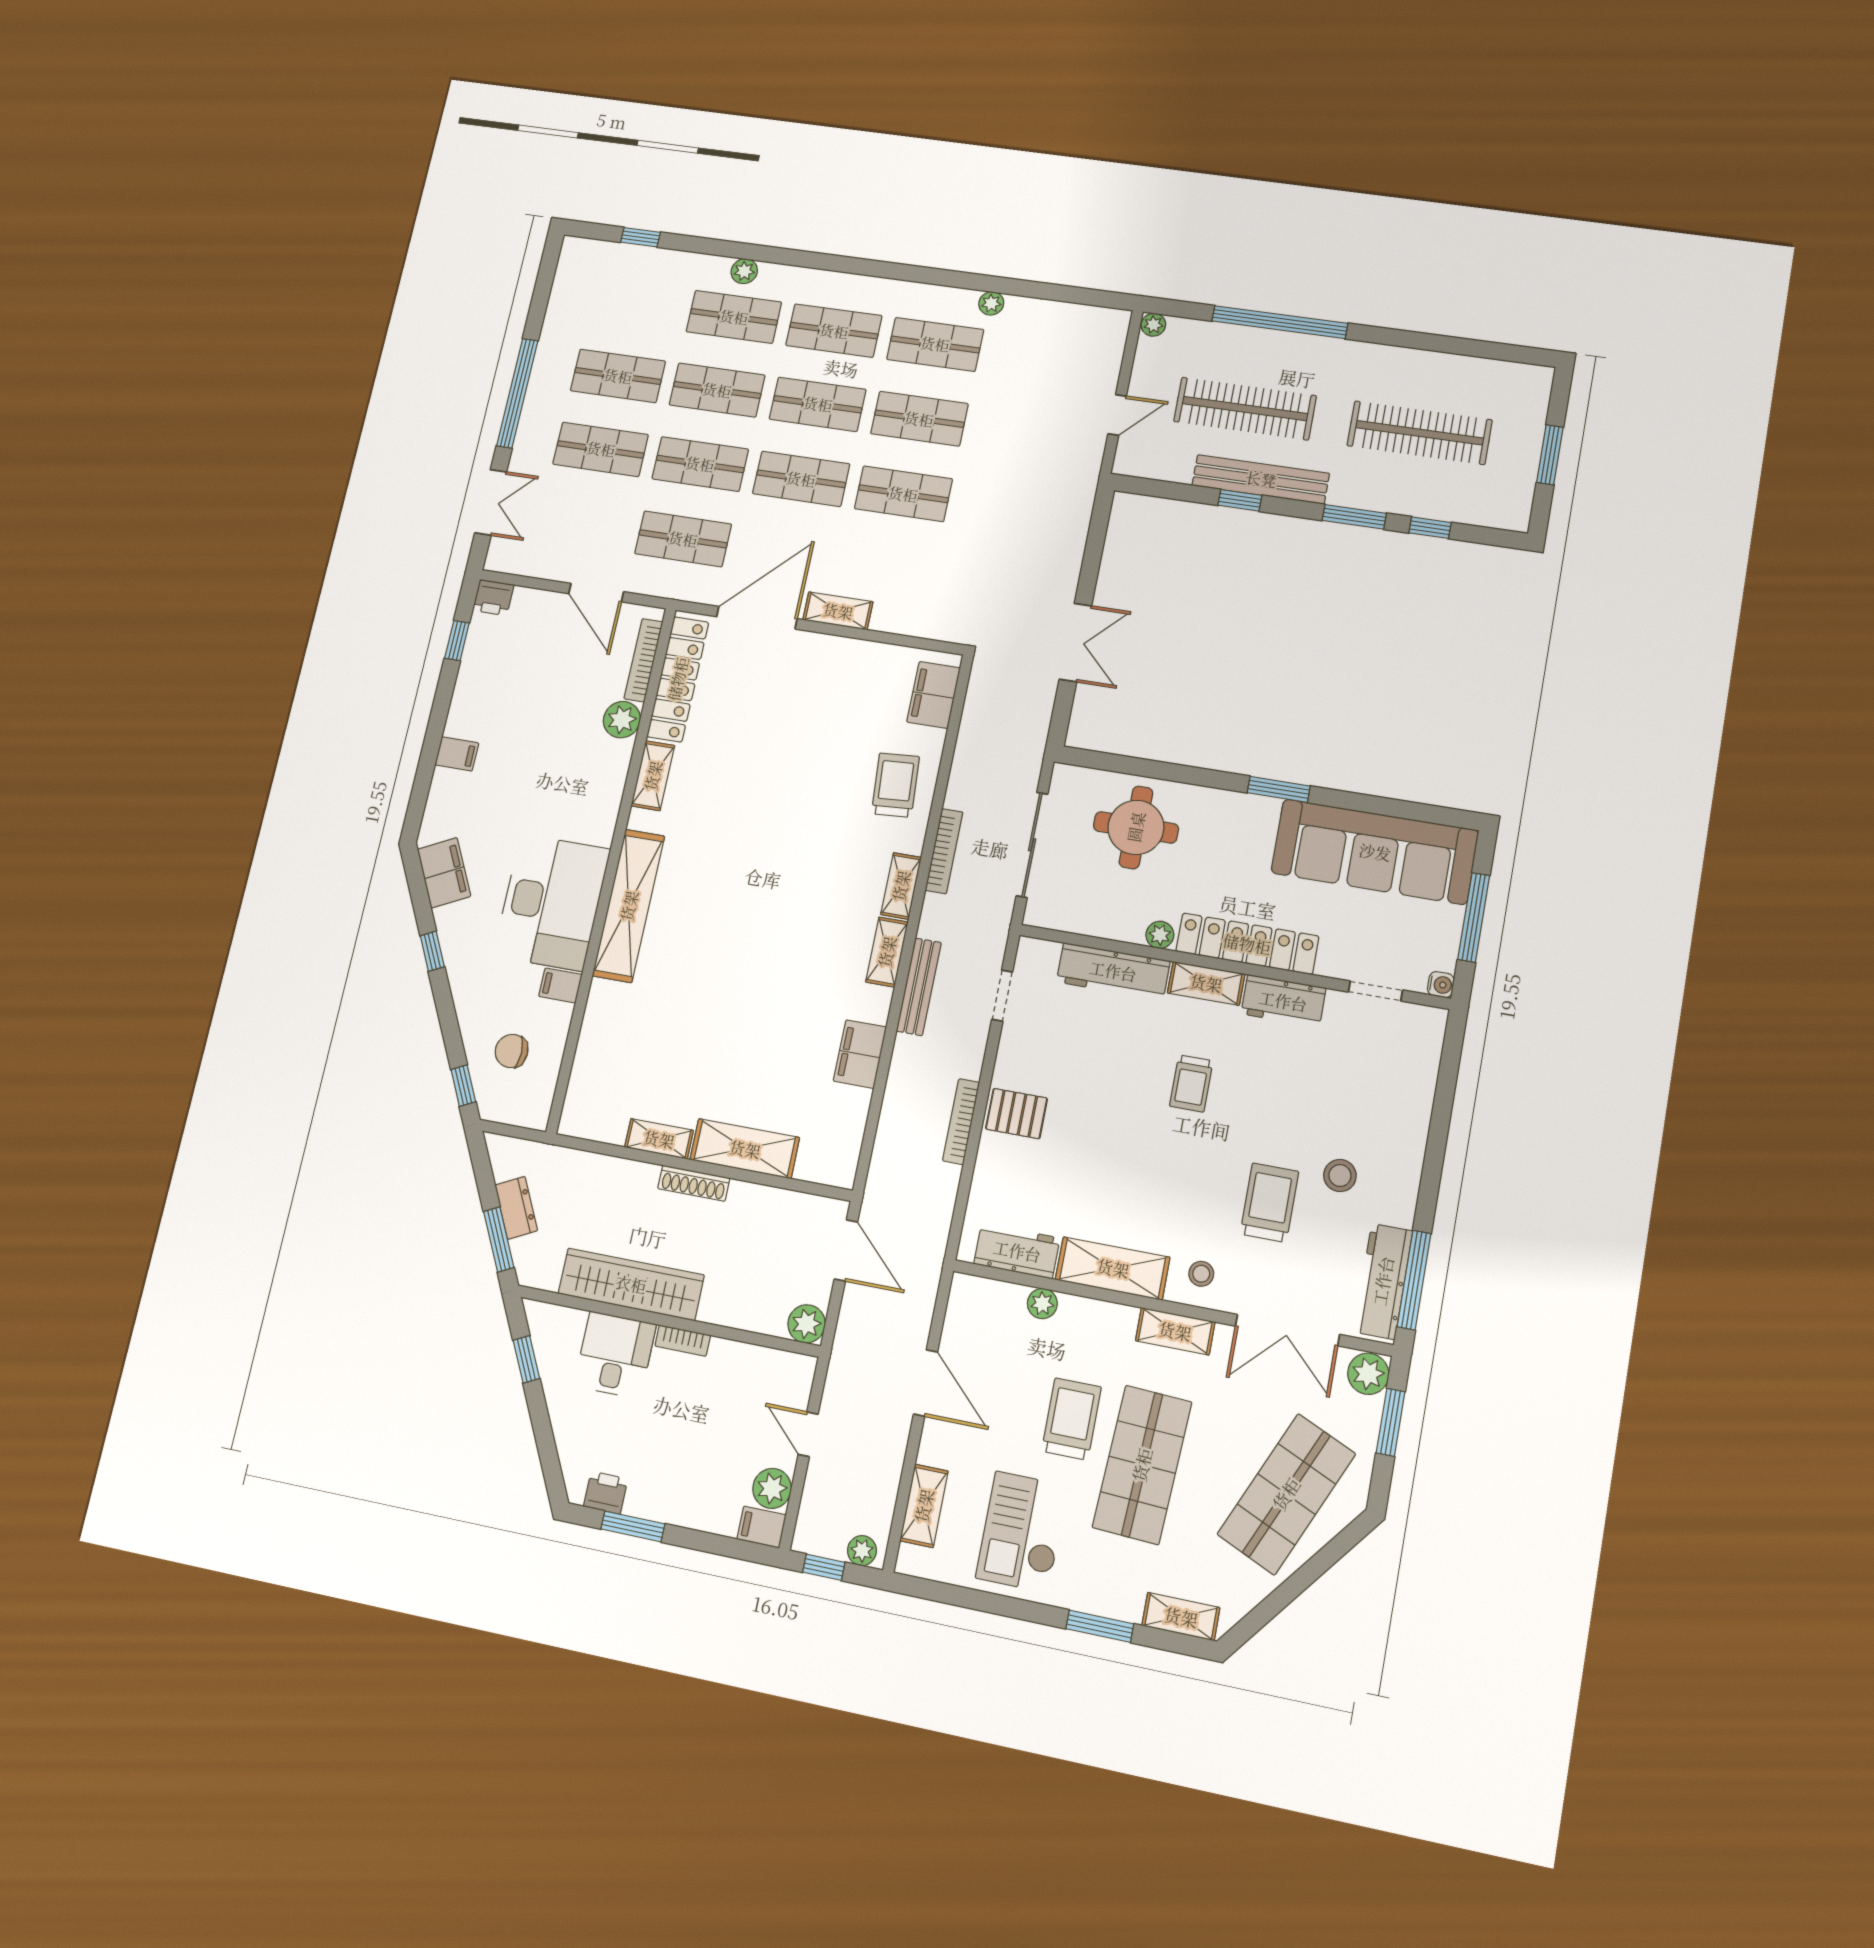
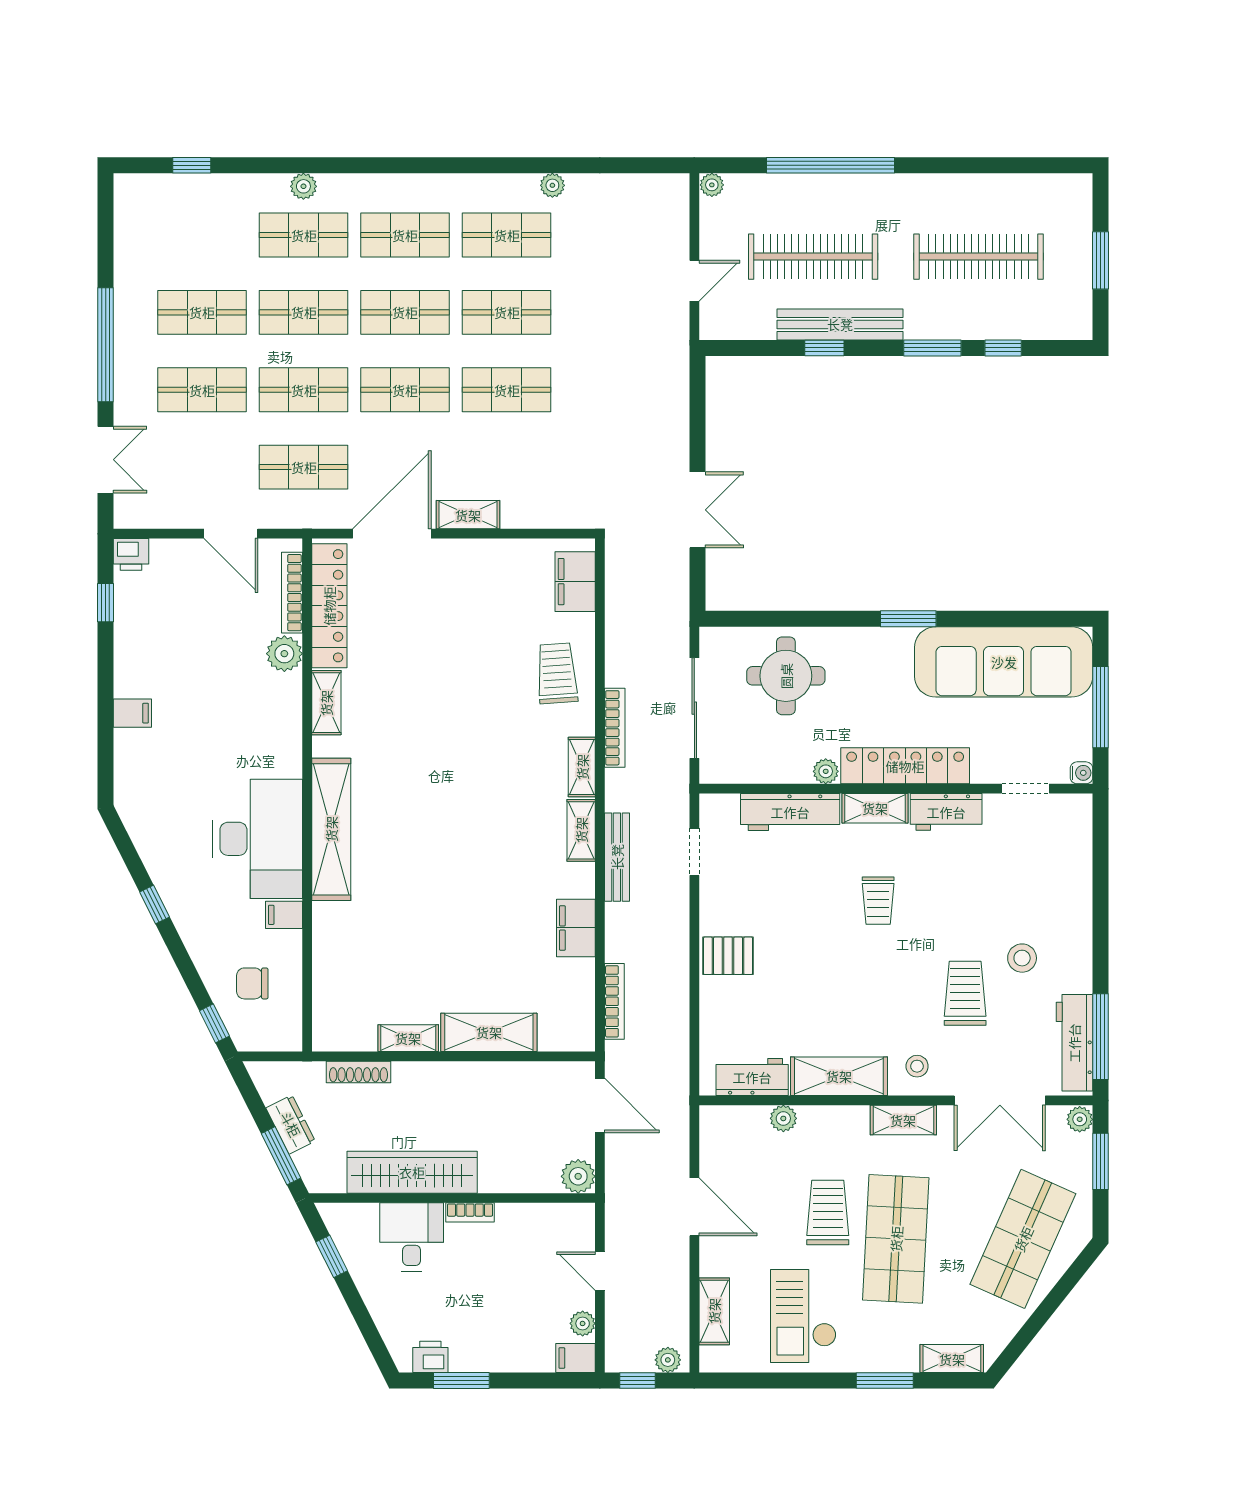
filing cabinet: (444, 873) -> (148, 829), removed
bookcase: (961, 1122) -> (614, 1001), moved, turned 180
shoe rack: (694, 1183) -> (359, 1072), moved
plant: (1368, 1374) -> (1080, 1119), width x0.73, depth x0.73
plant: (772, 1488) -> (583, 1323), width x0.73, depth x0.73

